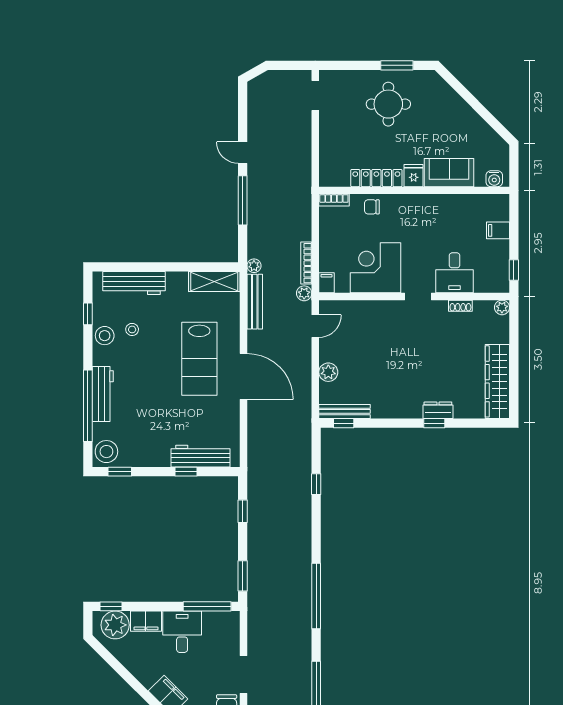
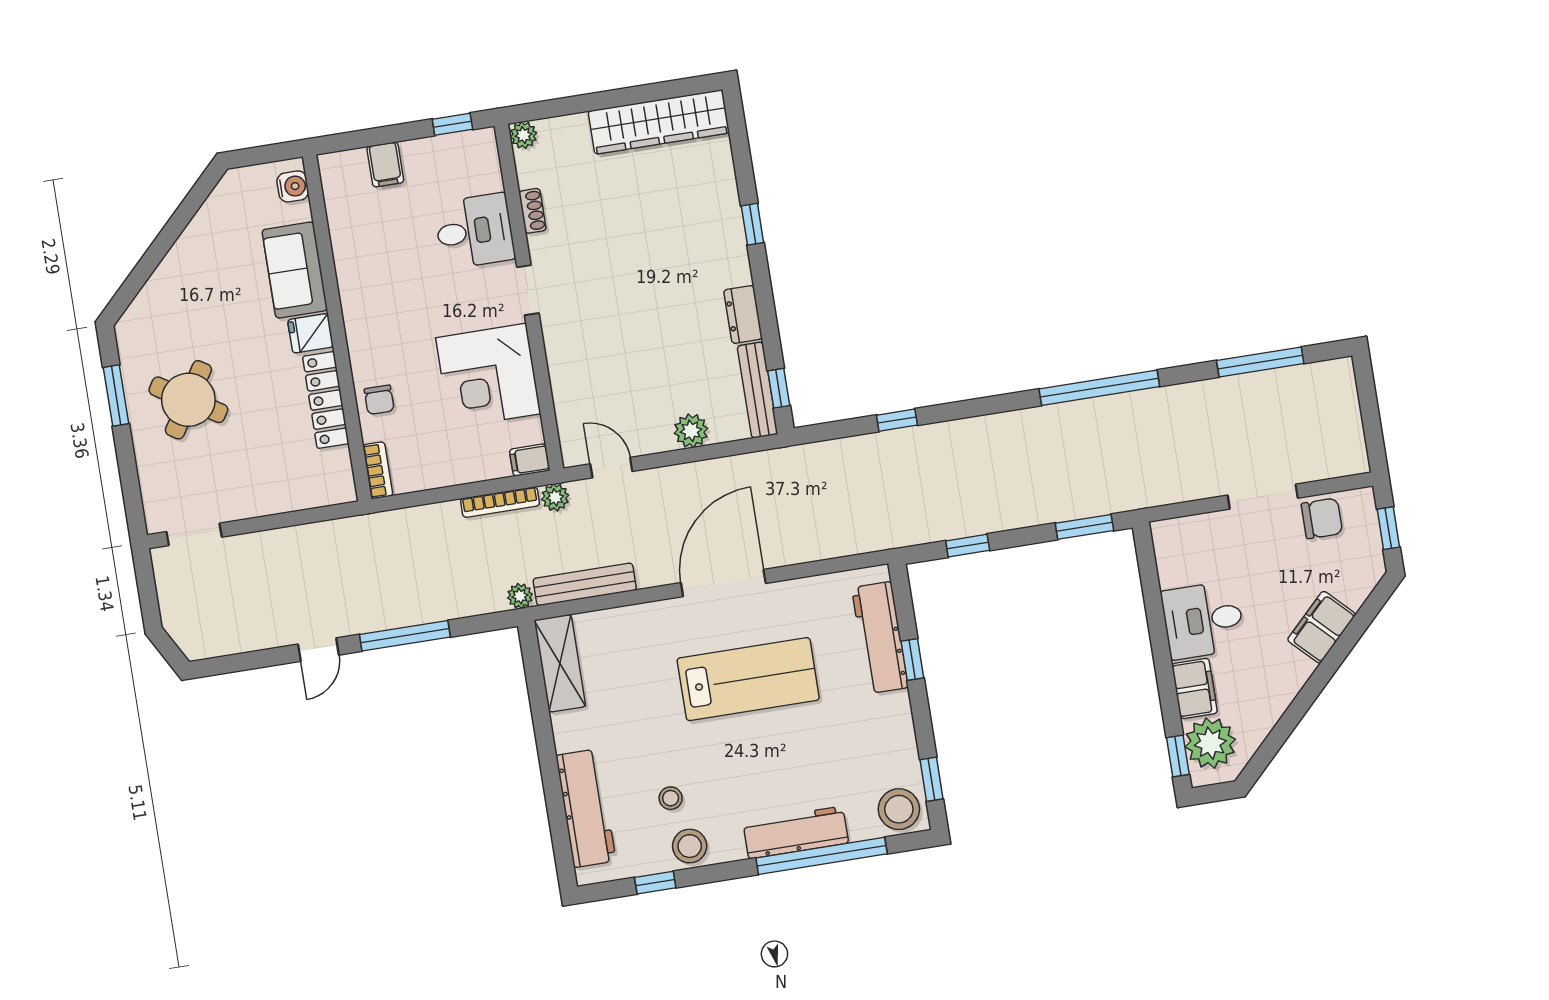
round table: (388, 104) -> (188, 400), turned 32
lab bench: (199, 359) -> (748, 679), moved
dresser: (438, 410) -> (743, 314), moved
window: (207, 606) -> (1150, 582), removed

